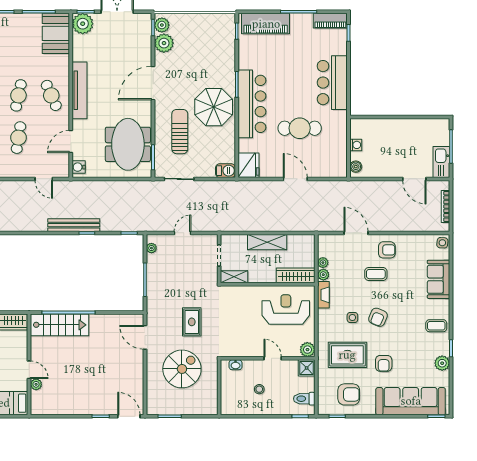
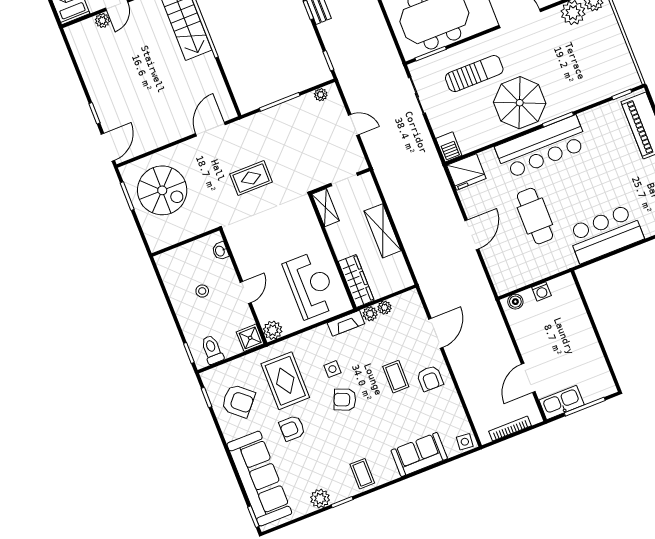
spiral stairs: (182, 369) -> (162, 190), moved
armchair: (349, 394) -> (238, 401), turned -49

